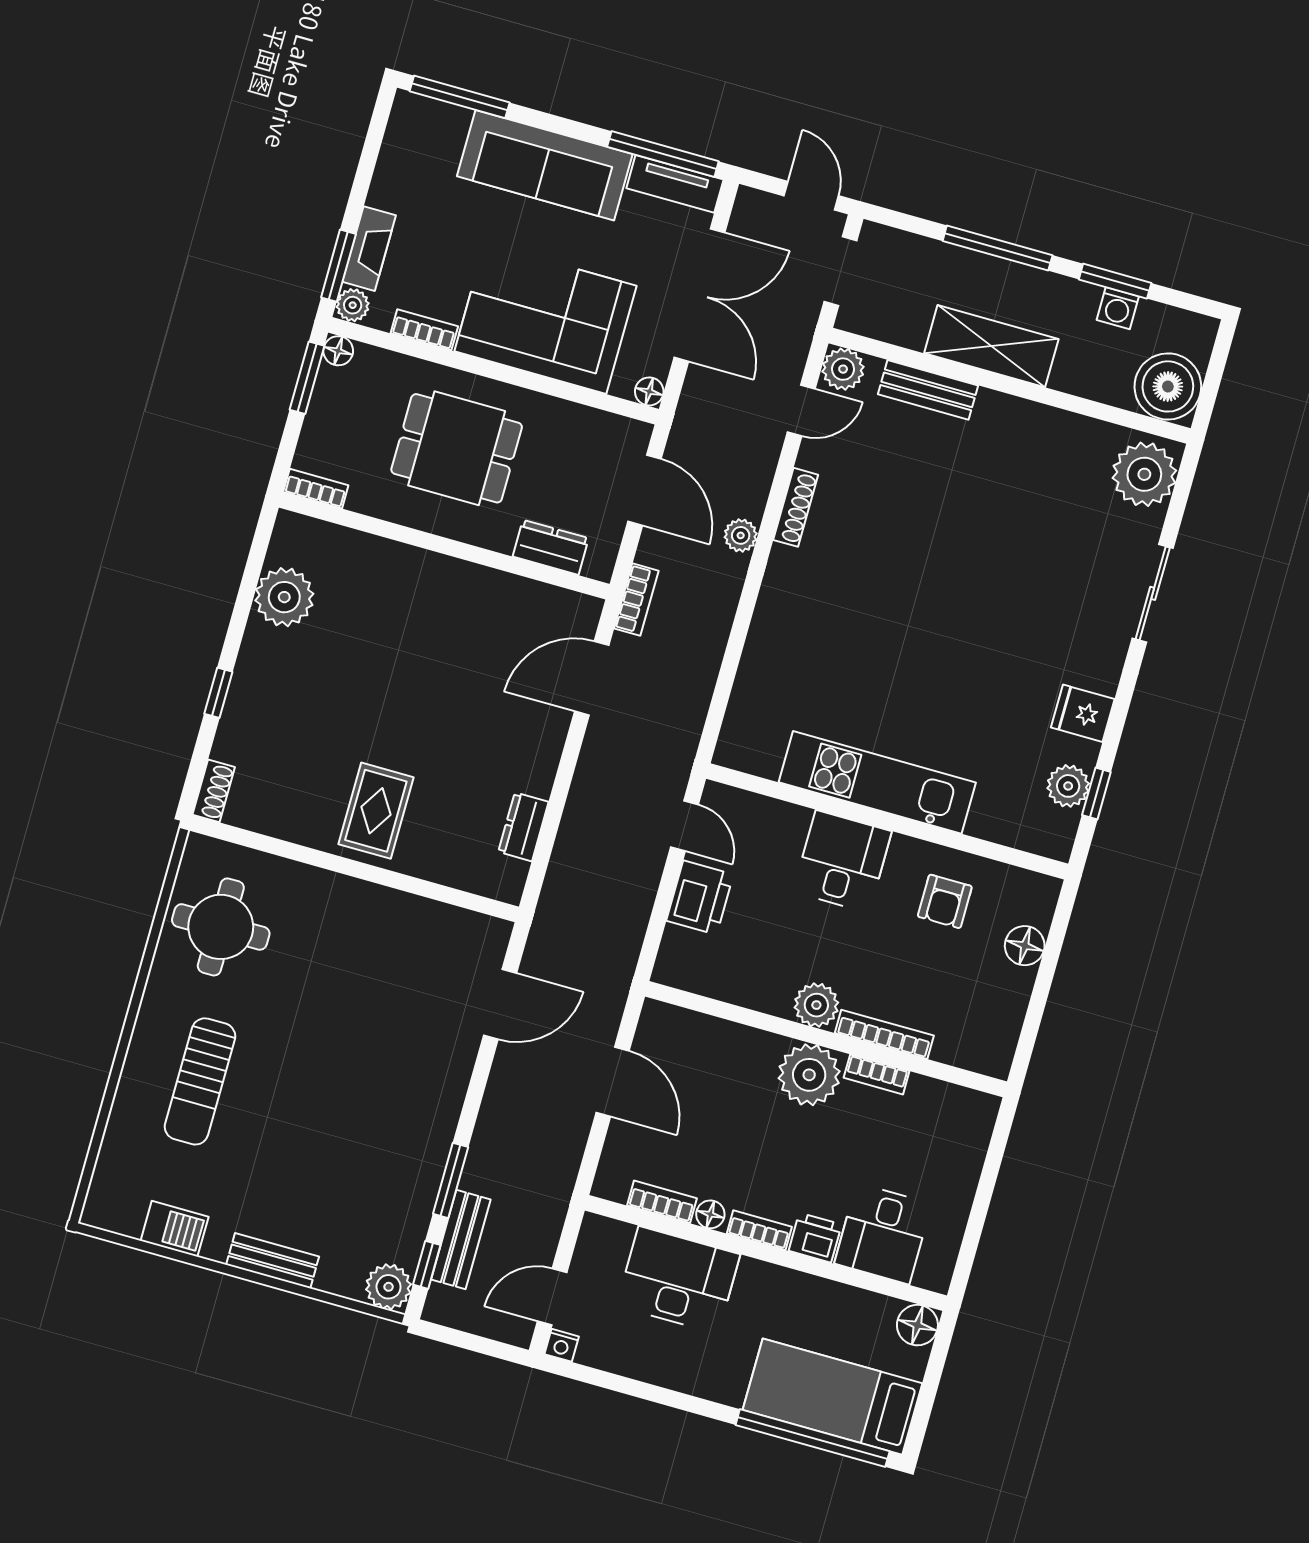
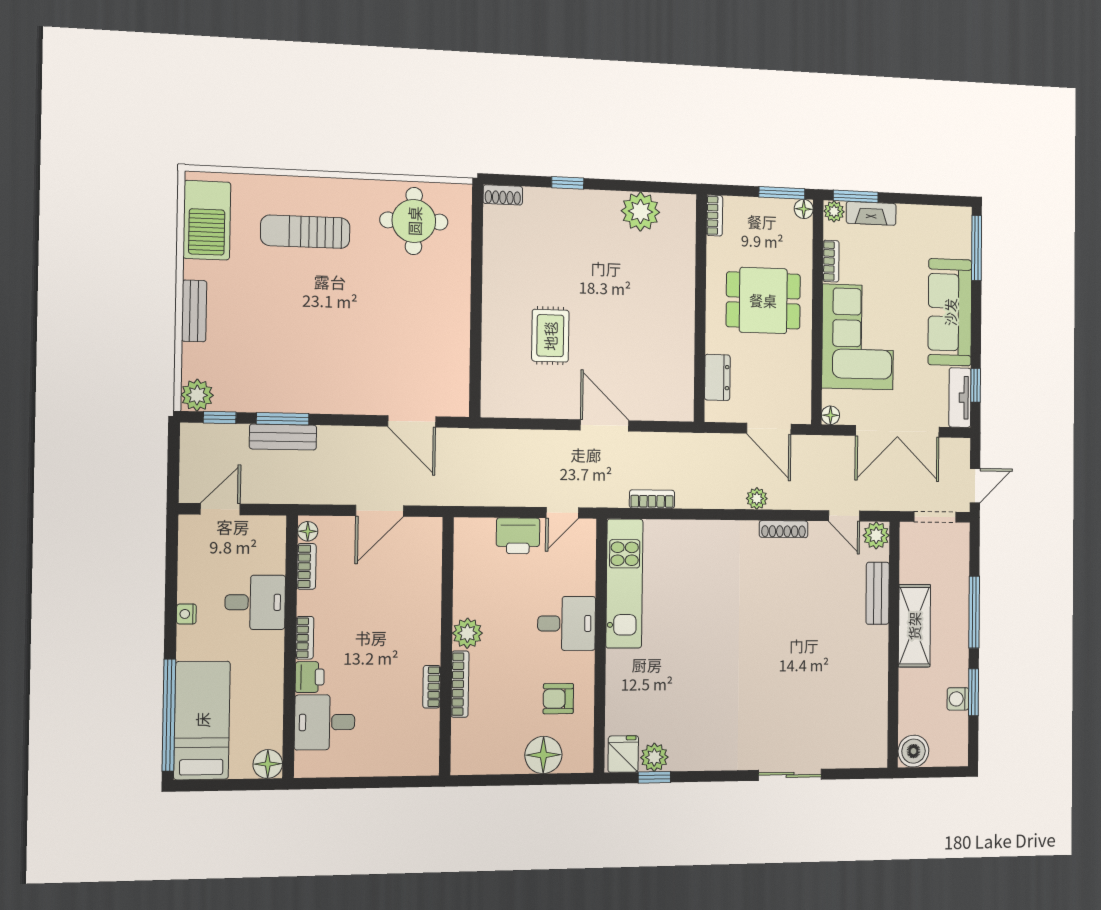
window: (663, 154) -> (976, 385), width x0.46
boiler: (1168, 386) -> (913, 751), width x0.73, depth x0.73
dining table: (457, 448) -> (763, 300), turned 90
plant: (1144, 474) -> (862, 747), removed
door: (645, 490) -> (769, 429), hinge flipped
bookcase: (636, 600) -> (652, 499), moved, turned 180
door: (592, 678) -> (605, 425), moved
fridge: (1083, 713) -> (623, 754), moved
kitchen unit: (877, 782) -> (624, 583), moved
rug: (376, 811) -> (550, 336), moved, turned 90
dresser: (523, 827) -> (533, 406), removed
floor lamp: (1025, 946) -> (543, 755), width x1.38, depth x1.38
plant: (809, 1075) -> (419, 642), removed
floor lamp: (710, 1214) -> (308, 531), moved
barbecue: (175, 1229) -> (207, 220), width x1.88, depth x1.53
bench: (461, 1239) -> (283, 437), moved
desk: (678, 1280) -> (255, 602), width x0.73
door: (552, 1297) -> (220, 509), hinge flipped
nightstand: (562, 1345) -> (186, 614), moved

